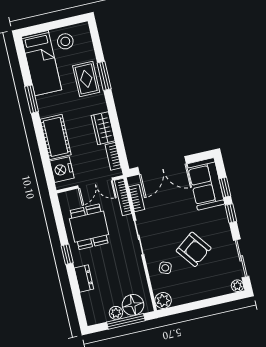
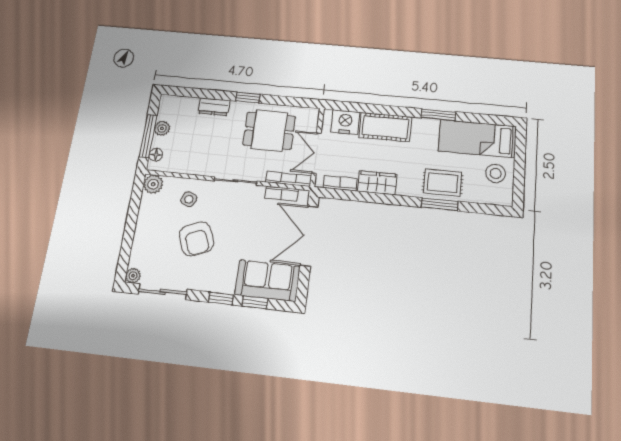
armchair: (194, 249) -> (196, 239), turned -75
floor lamp: (133, 305) -> (156, 155), width x0.53, depth x0.53

